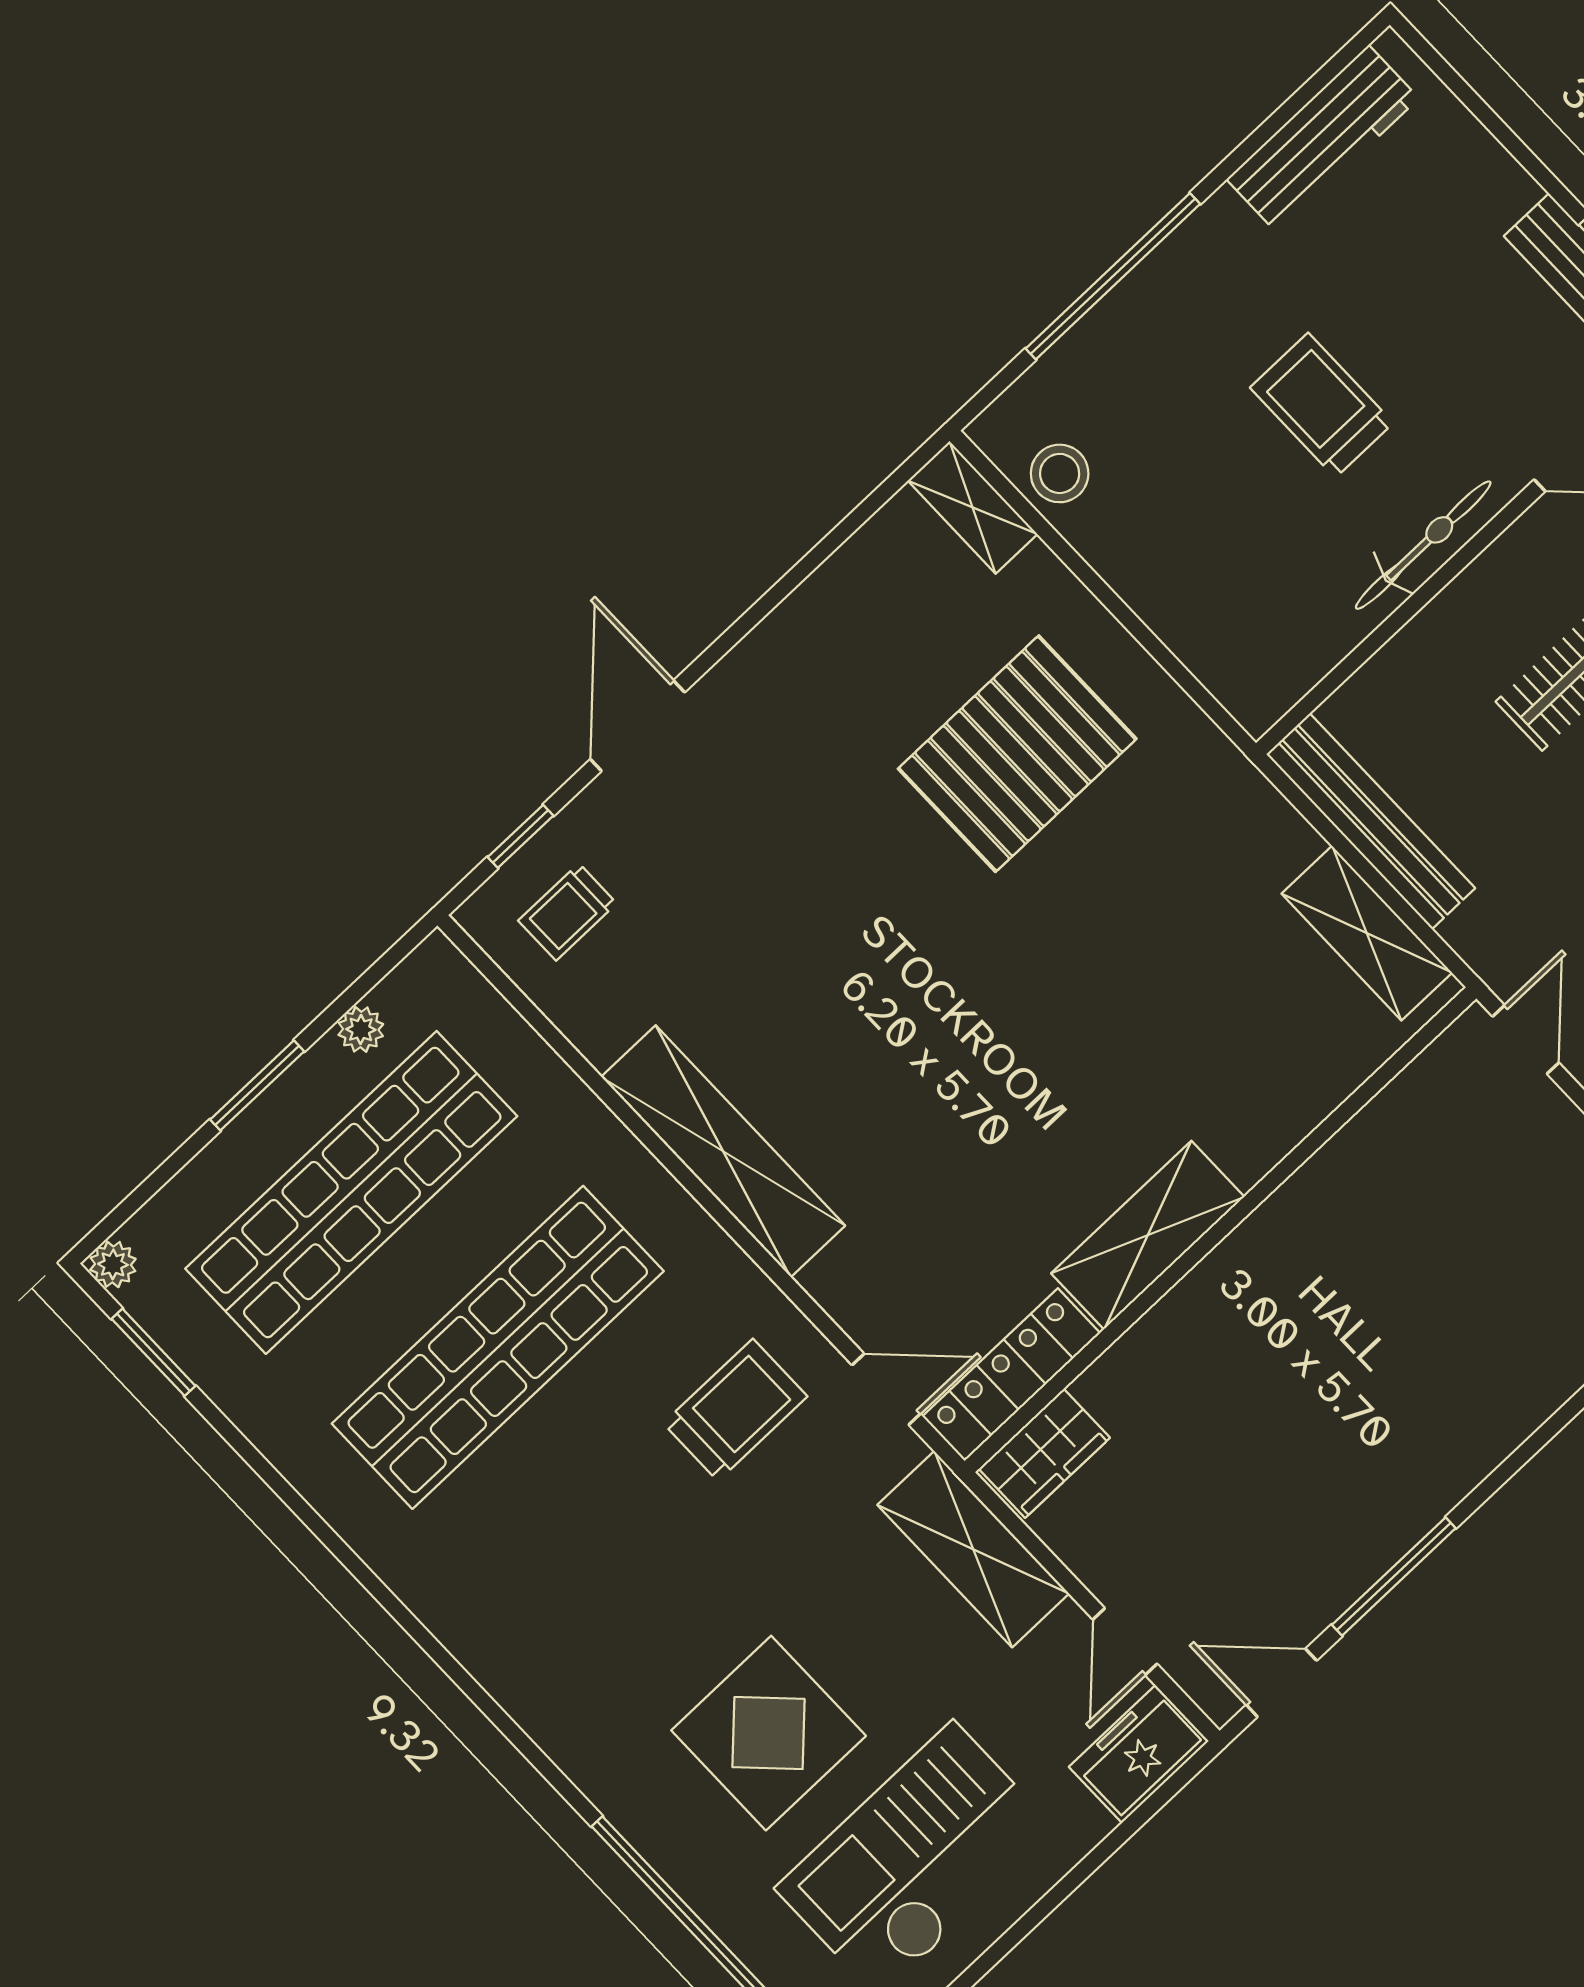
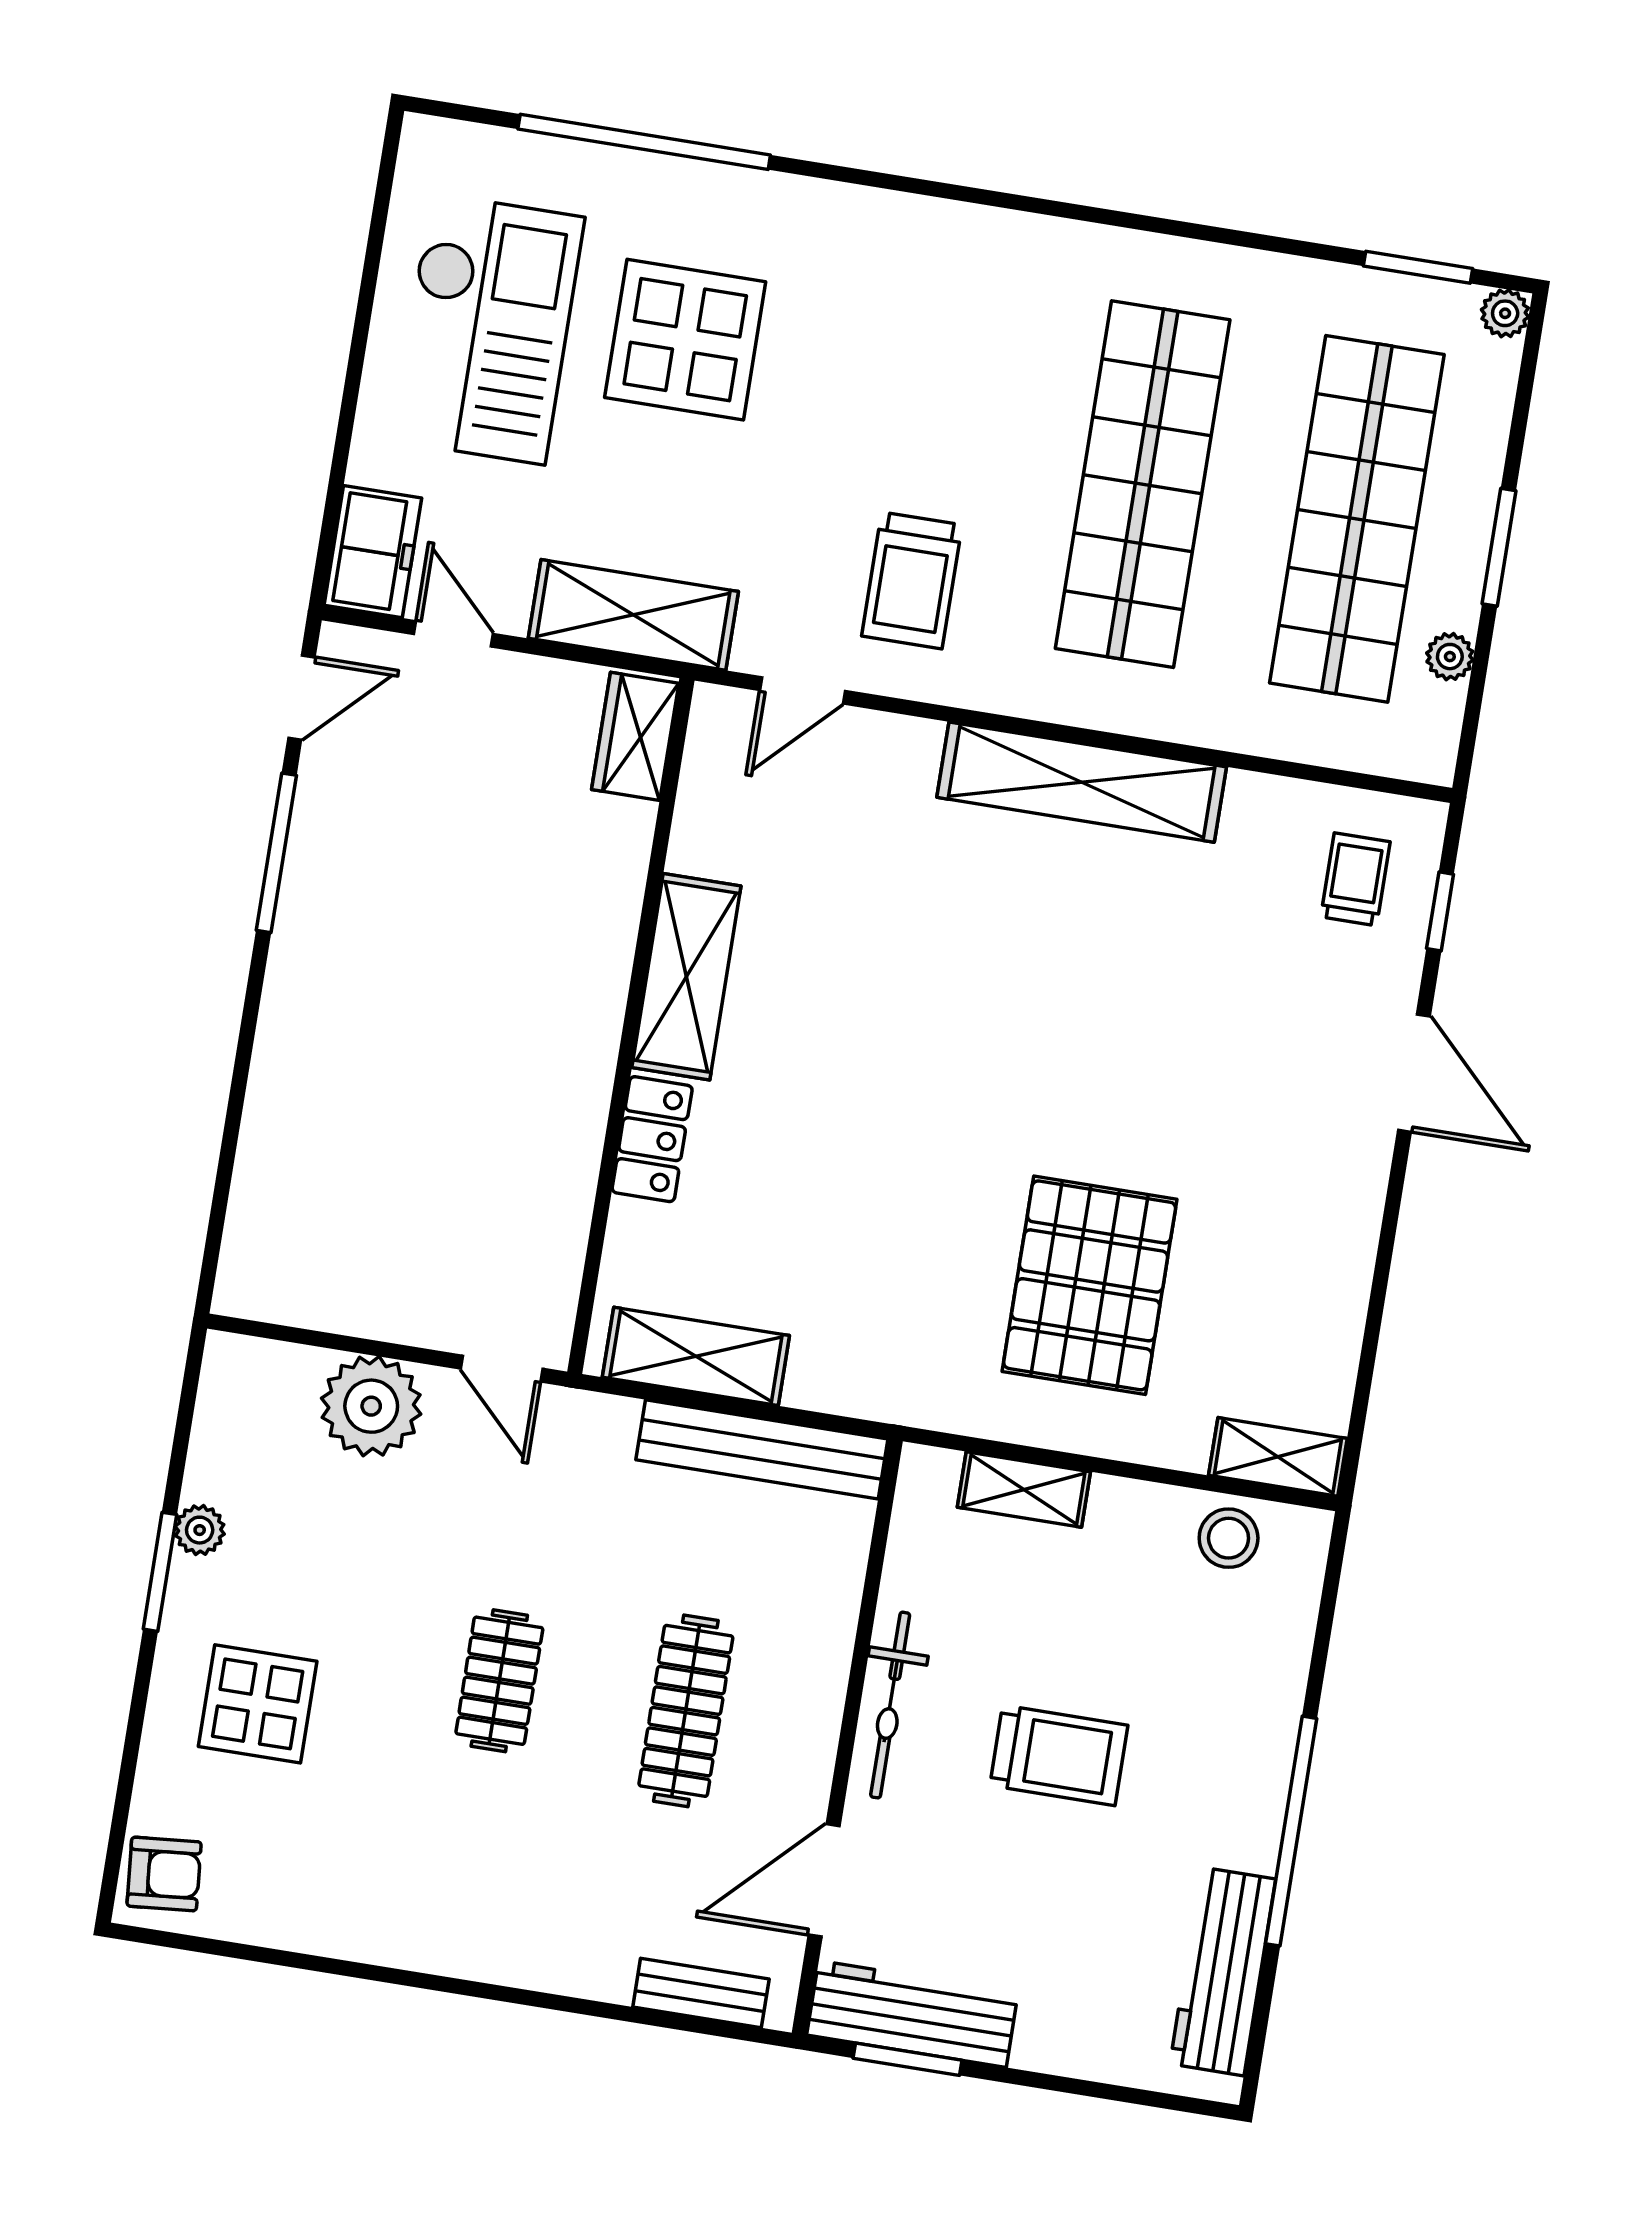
window: (1113, 276) -> (1291, 1831), moved
shelving: (1190, 634) -> (1024, 1489), added
locker: (1011, 1375) -> (652, 1139), moved, width x0.66

